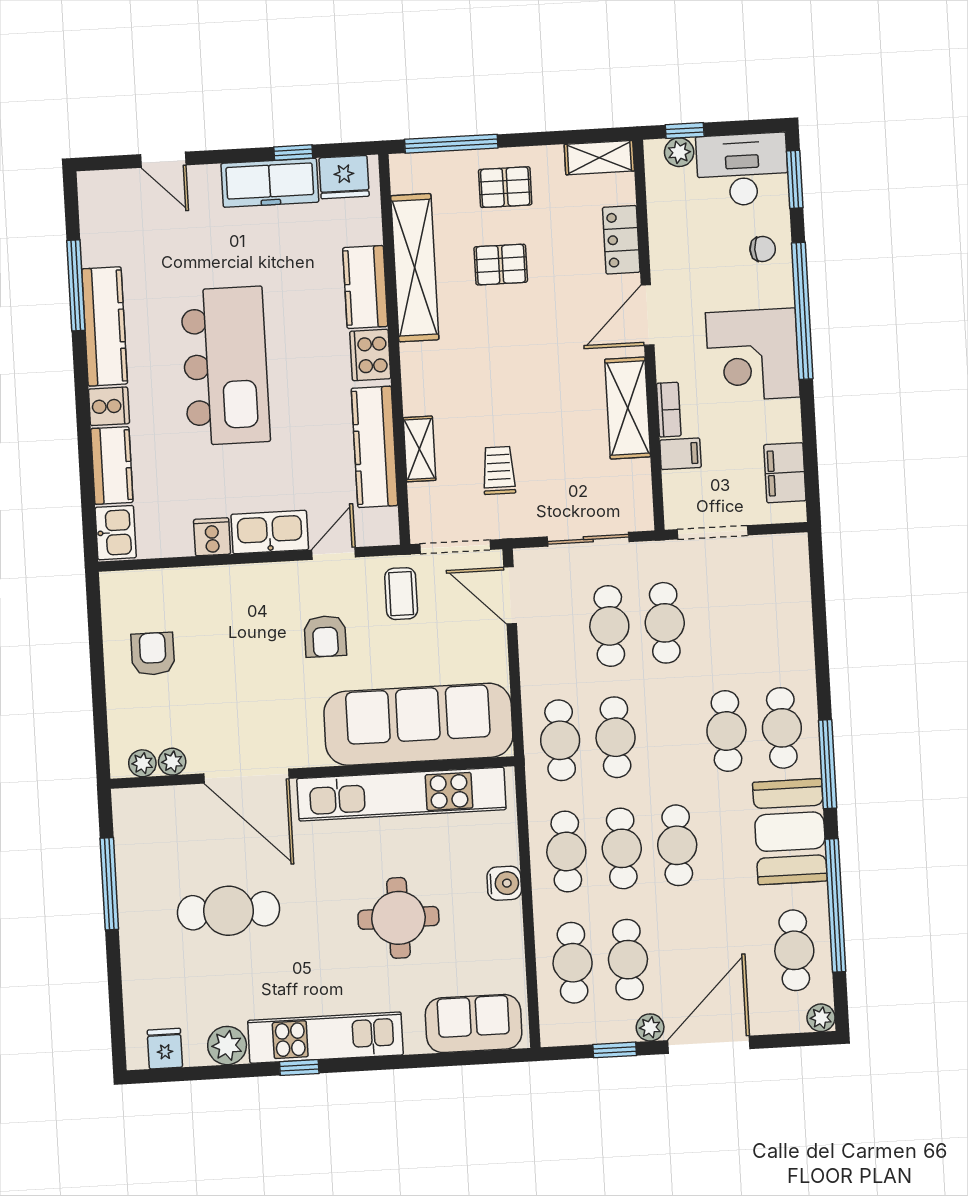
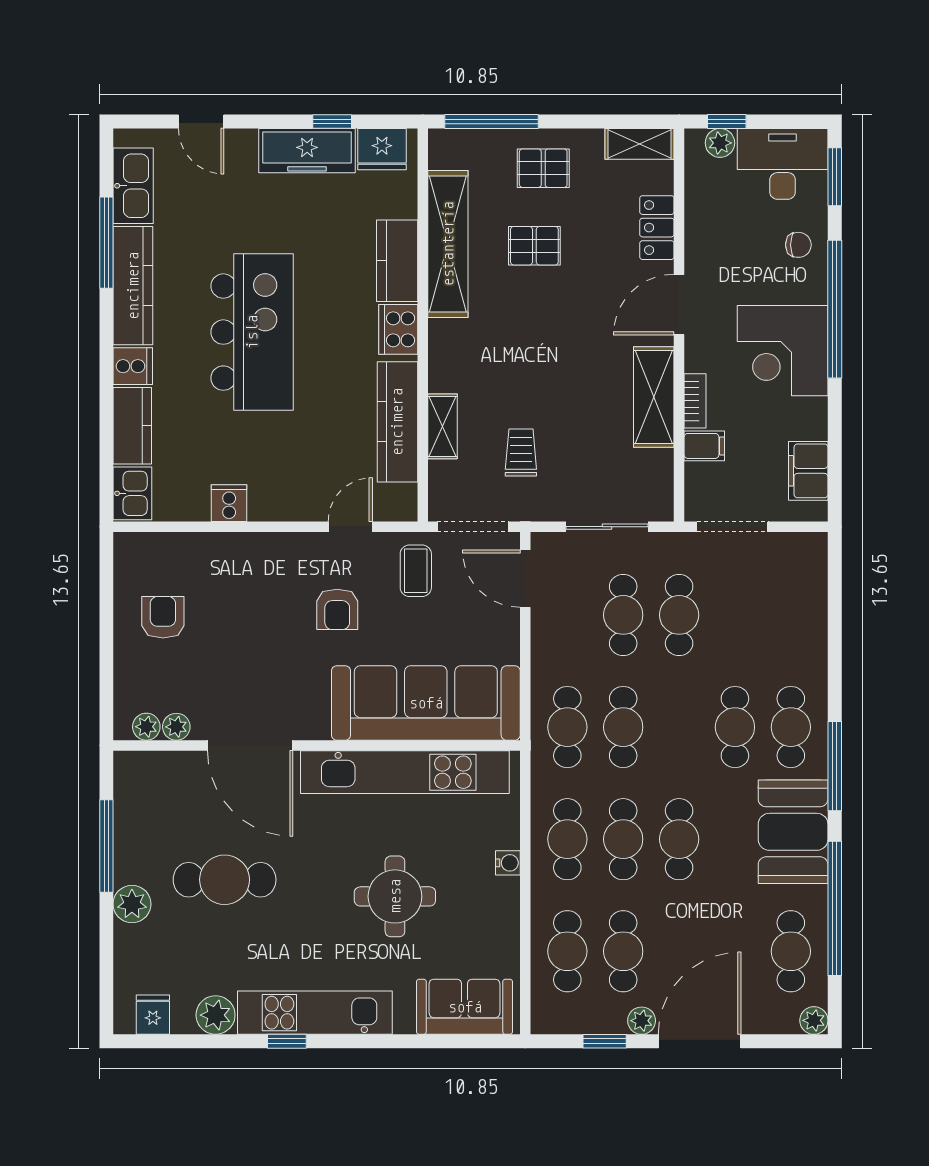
kitchen sink: (270, 532) -> (133, 186), moved, turned 90
water cooler: (504, 883) -> (508, 863), width x0.72, depth x0.72
plant: (138, 940) -> (132, 904), added

